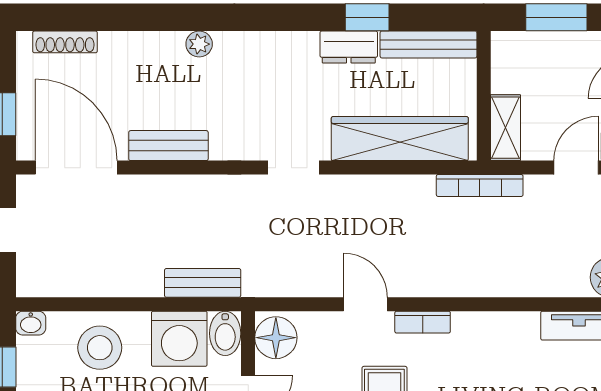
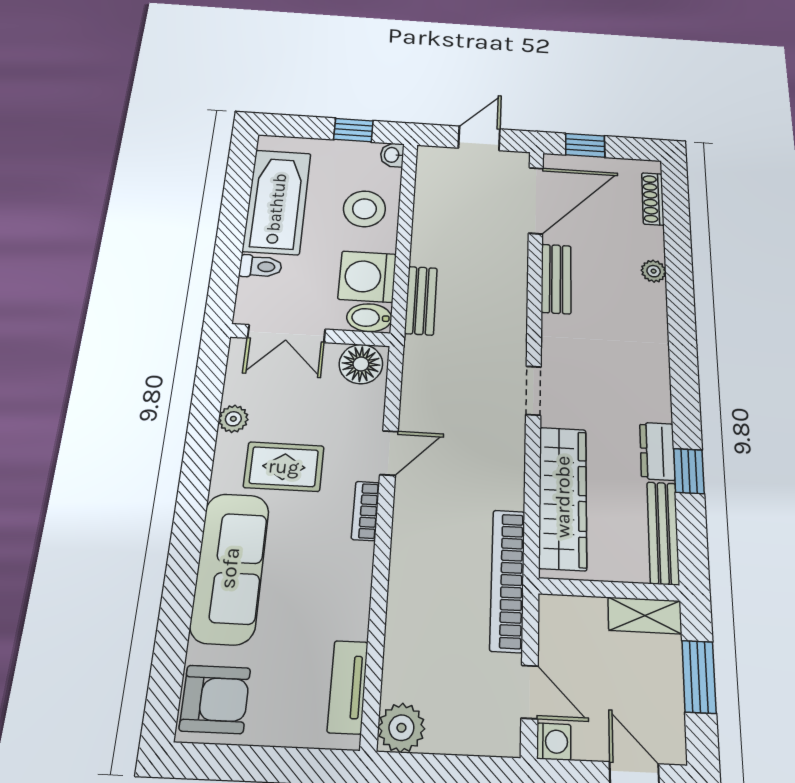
plant: (199, 44) -> (654, 271), moved
shelving: (505, 128) -> (645, 615), moved
bookcase: (480, 185) -> (508, 580), width x1.48, depth x1.31

